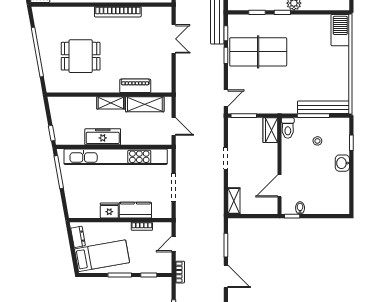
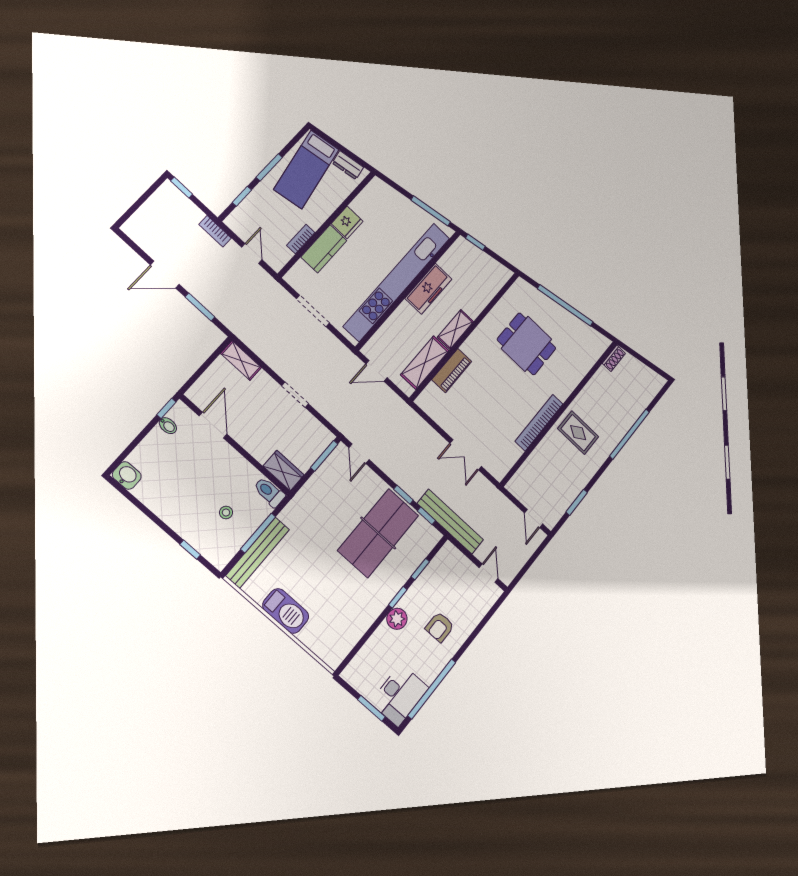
barbecue: (340, 30) -> (286, 611), moved
dining table: (81, 56) -> (527, 344), turned 90
washbasin: (342, 163) -> (127, 475), moved

